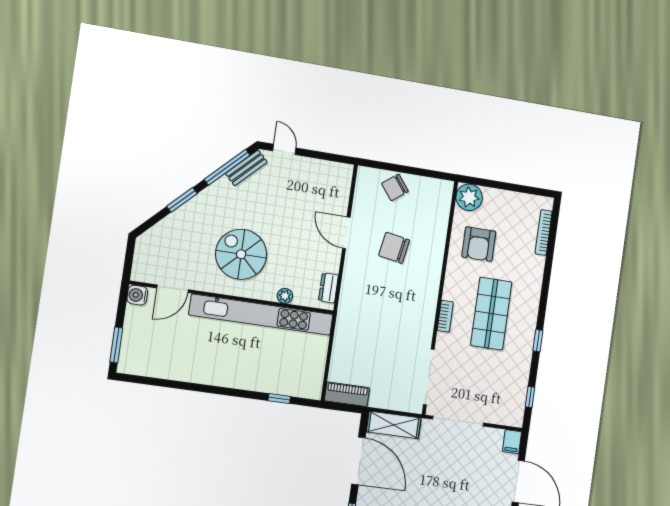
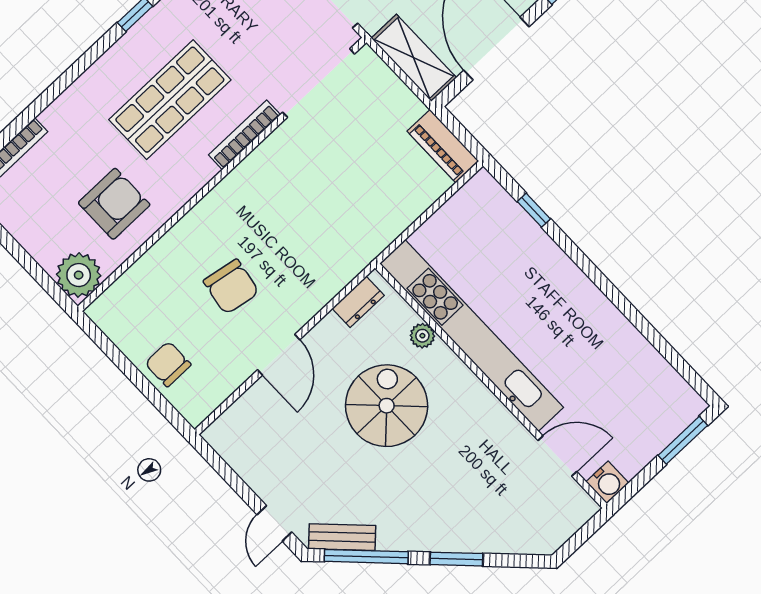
chair: (395, 187) -> (168, 364), turned -142
spiral stairs: (241, 254) -> (387, 406), moved, turned 180
bookcase: (445, 316) -> (244, 135), width x1.56

